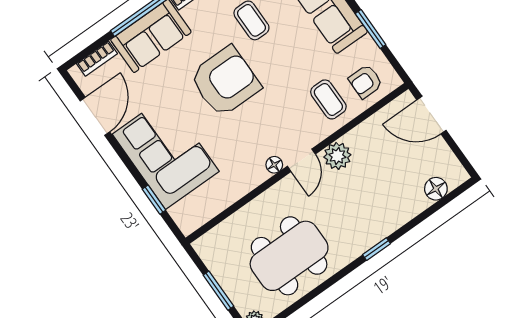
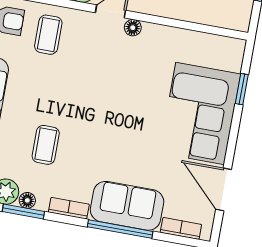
armchair: (225, 81) -> (108, 121), removed
door: (95, 116) -> (224, 189), hinge flipped

